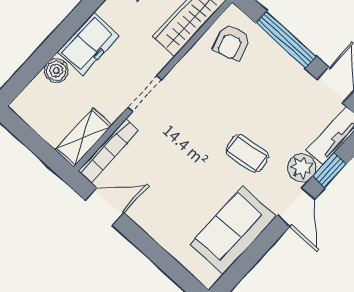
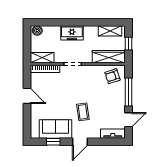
boiler: (56, 71) -> (37, 31), moved
plant: (302, 168) -> (94, 132), removed
window: (330, 170) -> (53, 142), moved
door: (105, 207) -> (27, 96), moved

